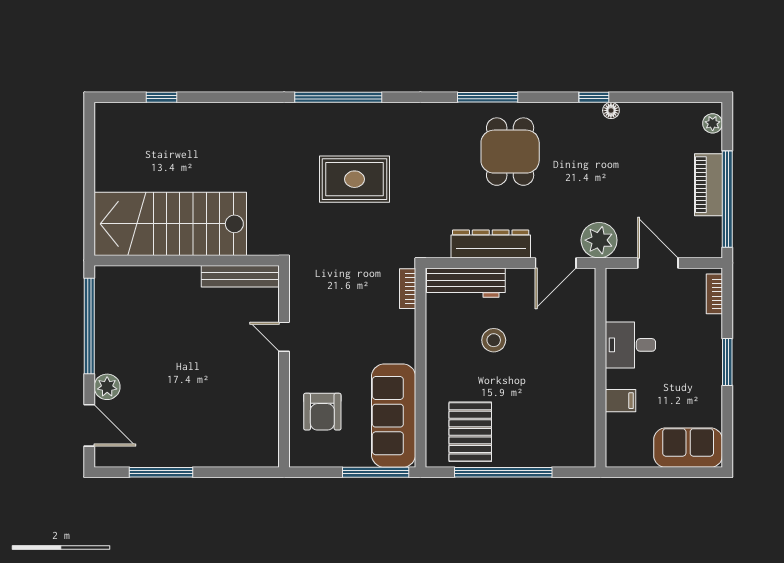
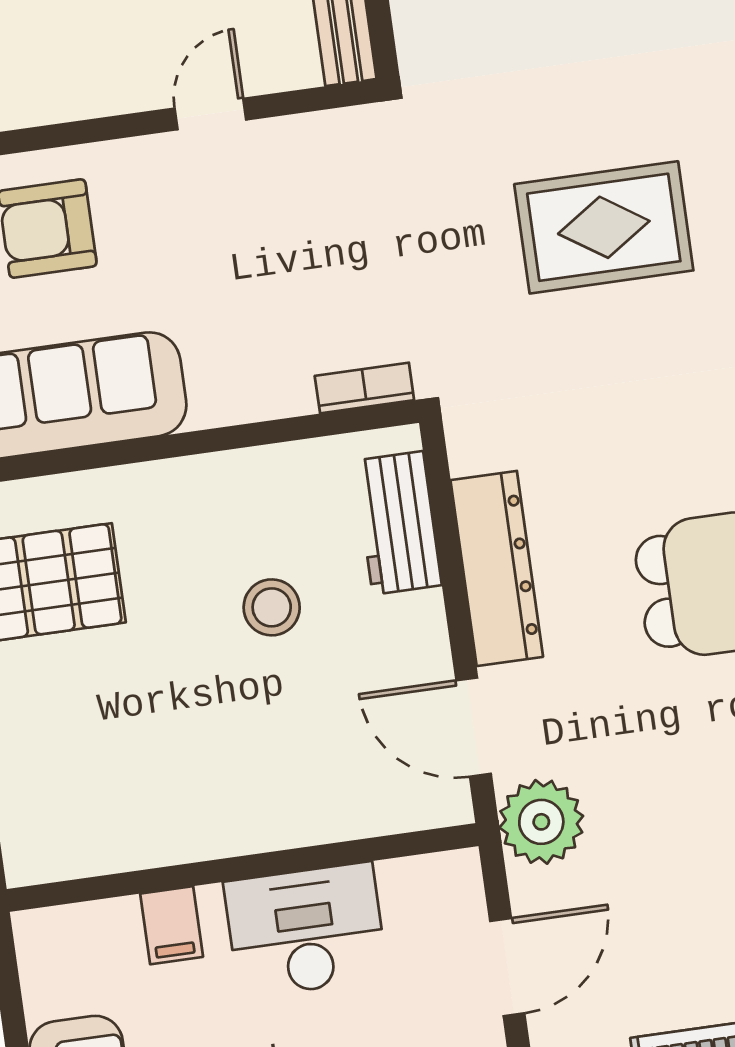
rug: (354, 179) -> (604, 227), turned 90
workbench: (466, 283) -> (398, 523), width x0.73
desk: (630, 345) -> (306, 930), width x1.37

